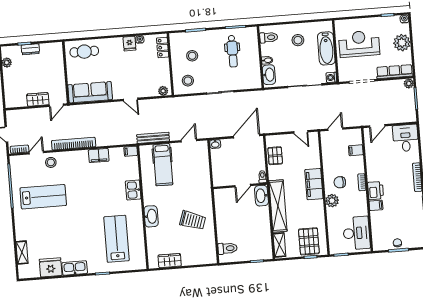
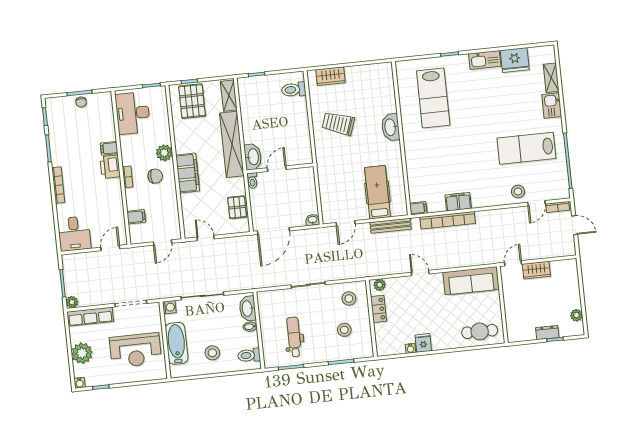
locker: (163, 48) -> (379, 309), moved
bookcase: (74, 144) -> (448, 220), moved
kitchen sink: (133, 190) -> (552, 105), moved, turned 180
wardrobe: (170, 261) -> (330, 76), moved

